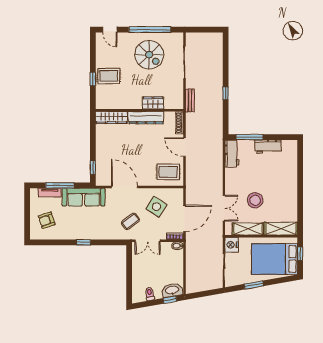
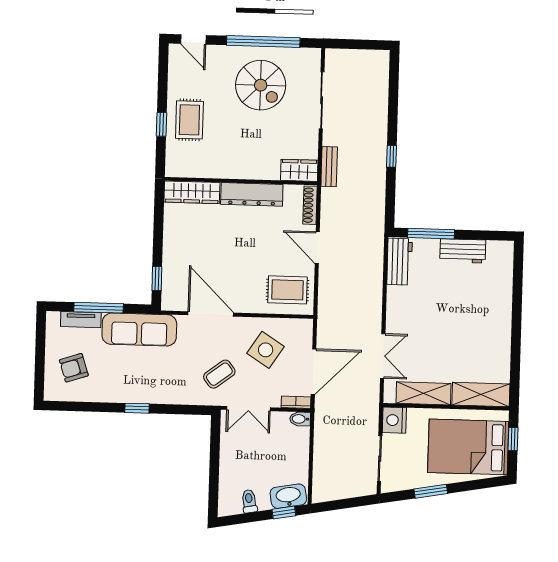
rug: (109, 76) -> (189, 120), turned 90
wardrobe: (153, 103) -> (299, 170), moved
stool: (255, 200) -> (438, 344), removed

